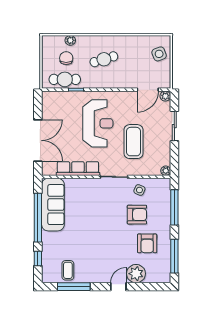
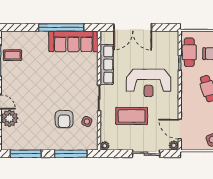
armchair: (147, 243) -> (37, 129), removed
window: (38, 258) -> (23, 27), removed

